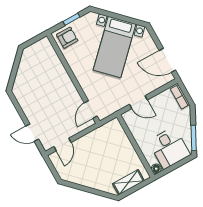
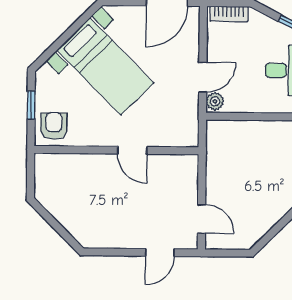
door: (91, 109) -> (132, 150), moved
plant: (129, 116) -> (215, 101), added

